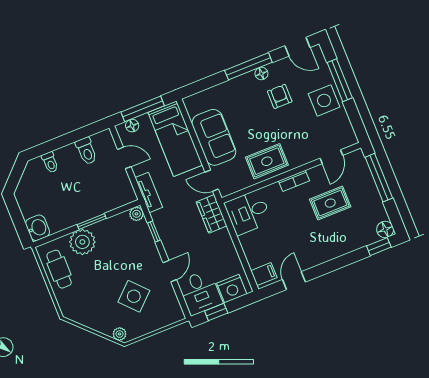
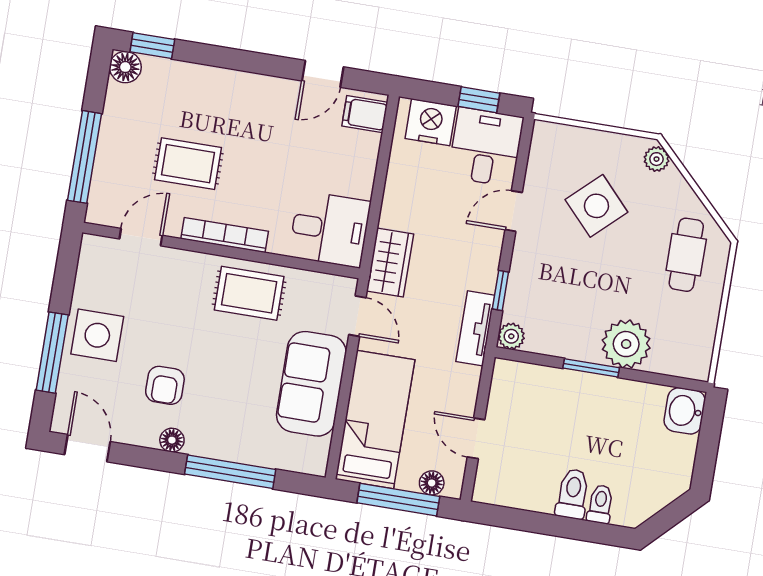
window: (248, 66) -> (230, 472), moved
toilet: (86, 151) -> (573, 494), moved
bookcase: (294, 181) -> (225, 235), width x1.56
tv unit: (149, 192) -> (475, 328), moved
cafe table: (59, 269) -> (686, 255), moved

